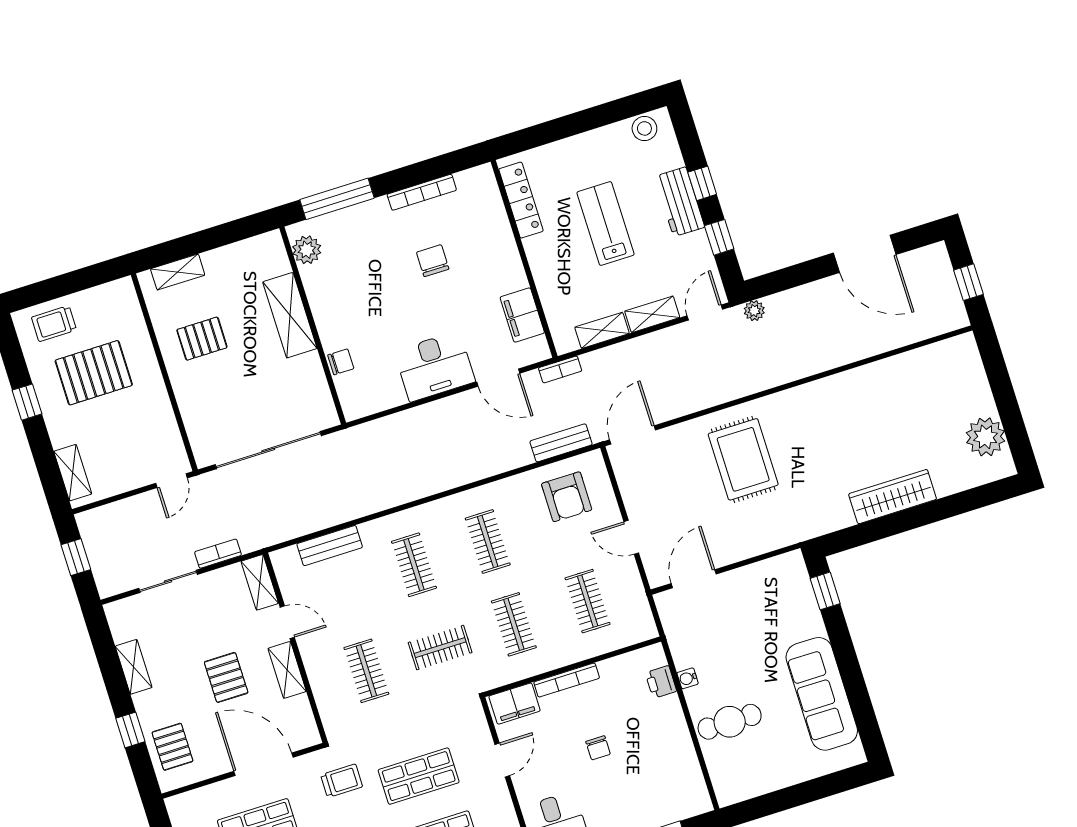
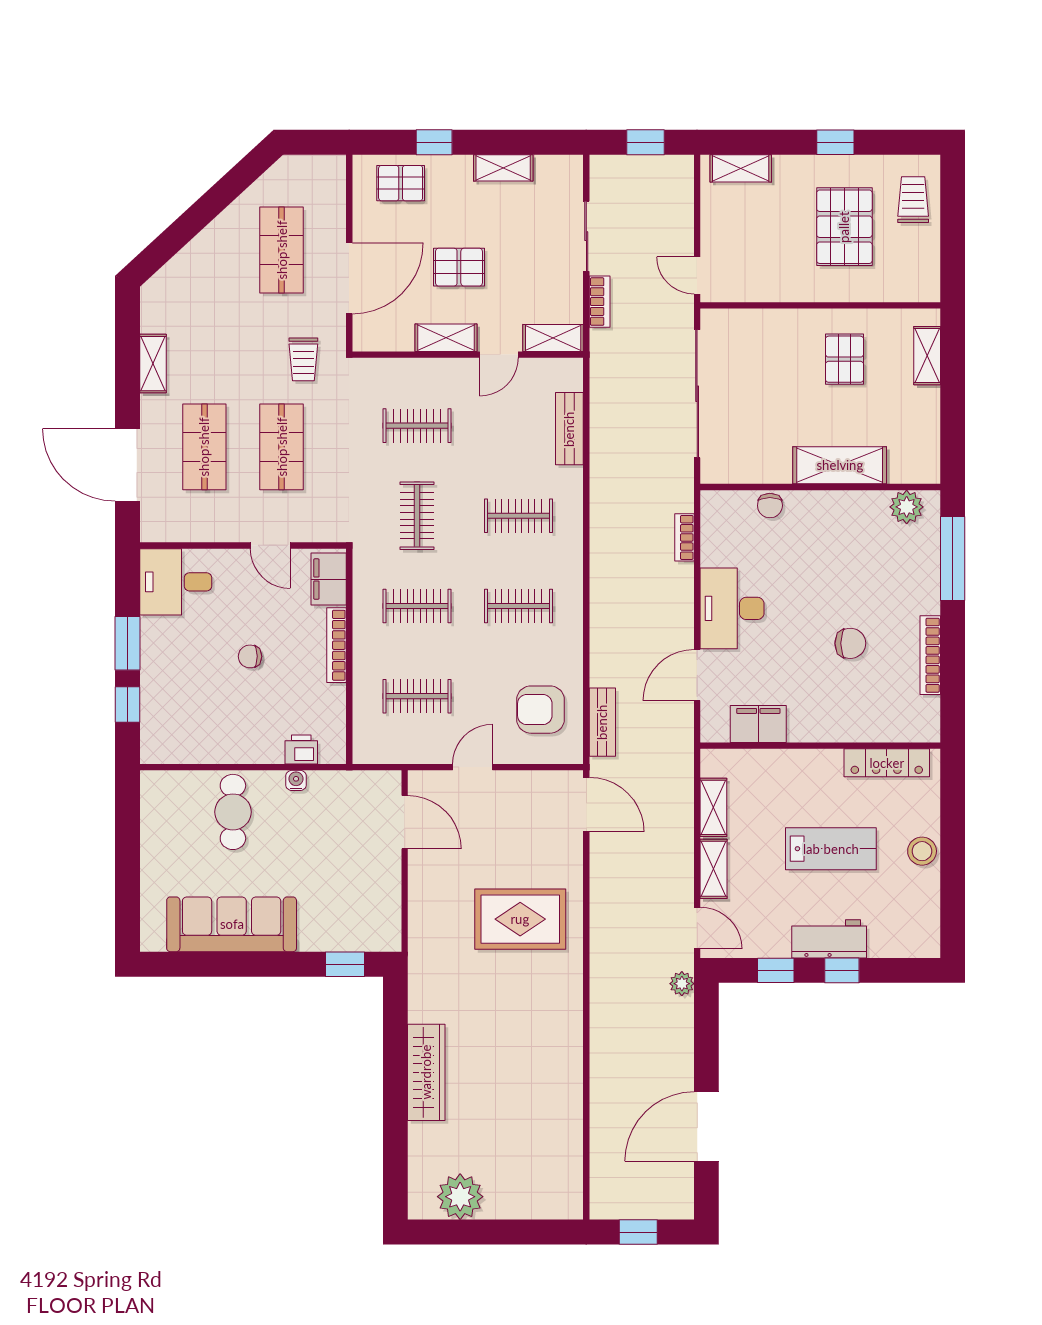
stool: (644, 128) -> (922, 851), moved
bookcase: (560, 369) -> (684, 537), moved

